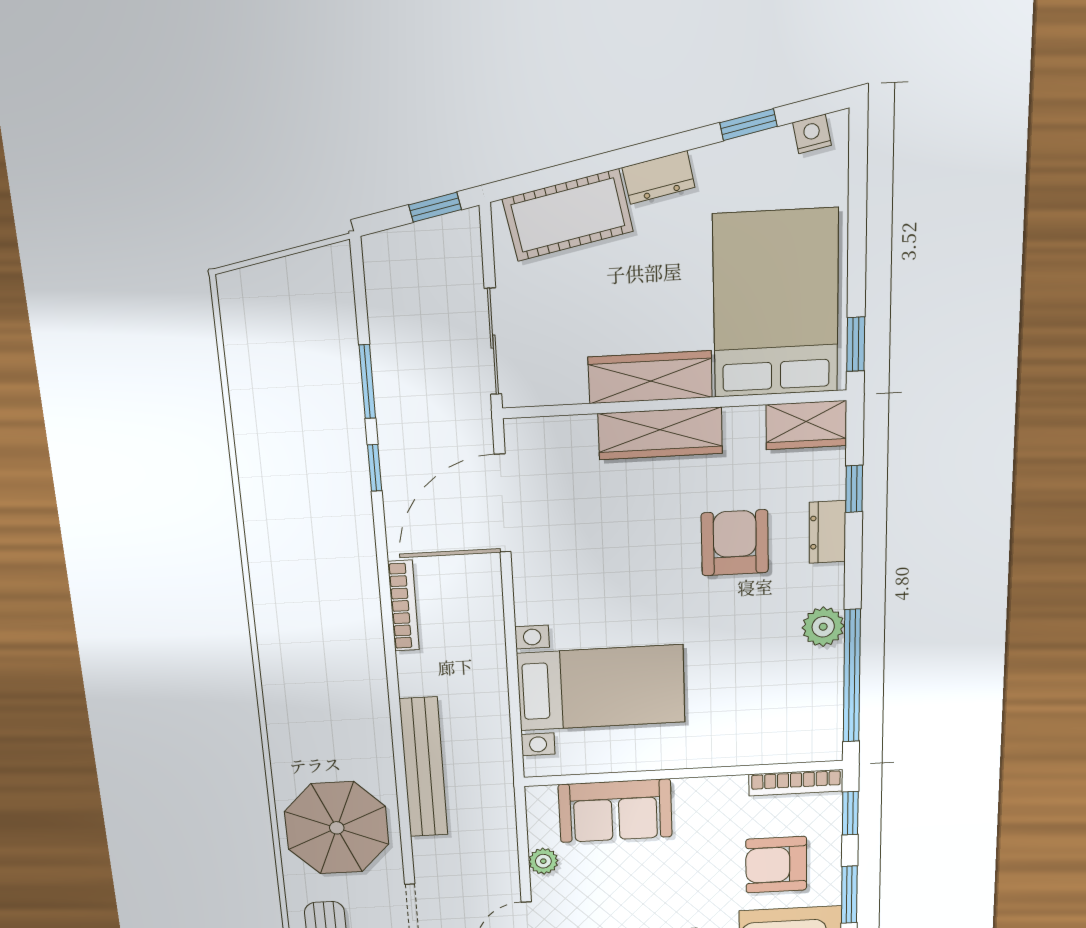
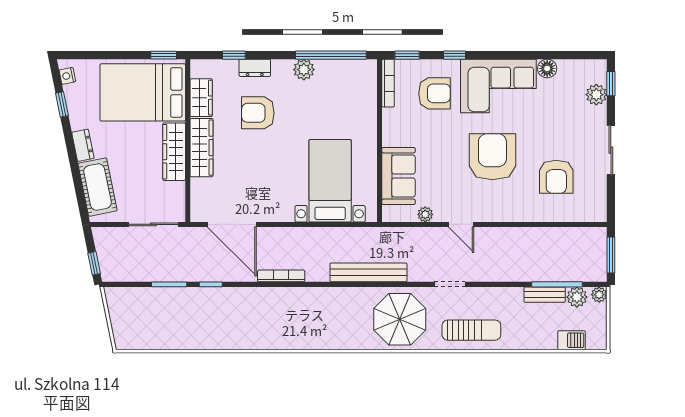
window: (435, 207) -> (94, 263), moved
wardrobe: (806, 425) -> (201, 98), moved
armchair: (776, 865) -> (435, 93), turned -90
window: (849, 895) -> (454, 55), width x0.67

